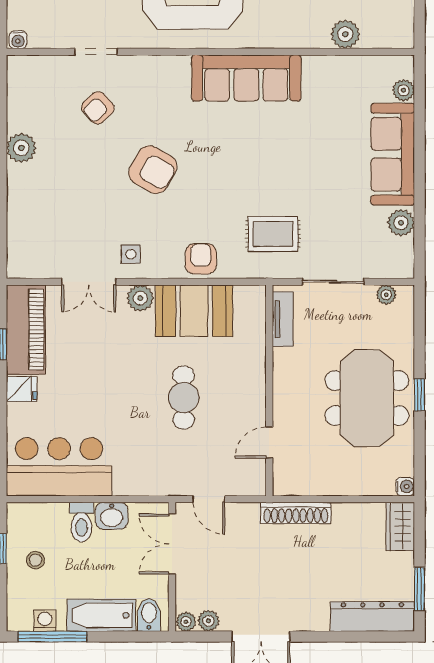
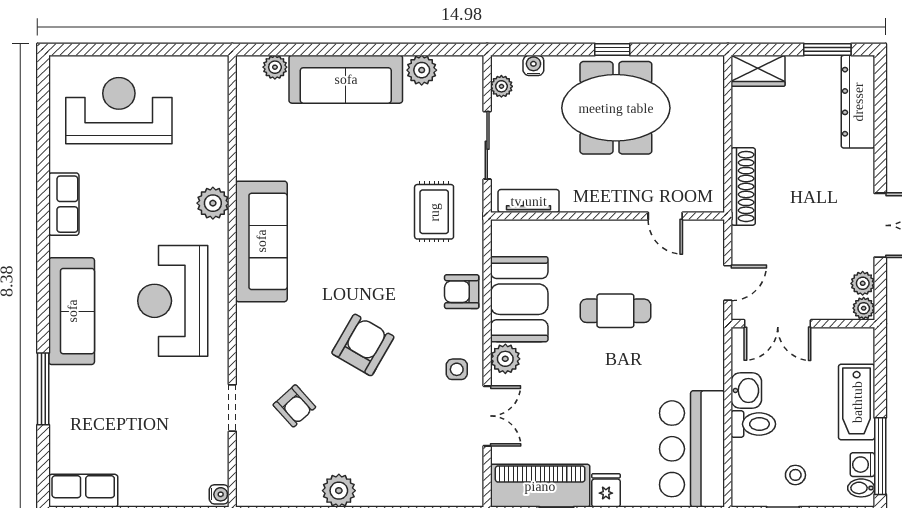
plant: (345, 34) -> (213, 203), moved
water cooler: (405, 486) -> (533, 65), moved
bidet: (149, 615) -> (861, 488), moved, width x0.72, depth x0.74

